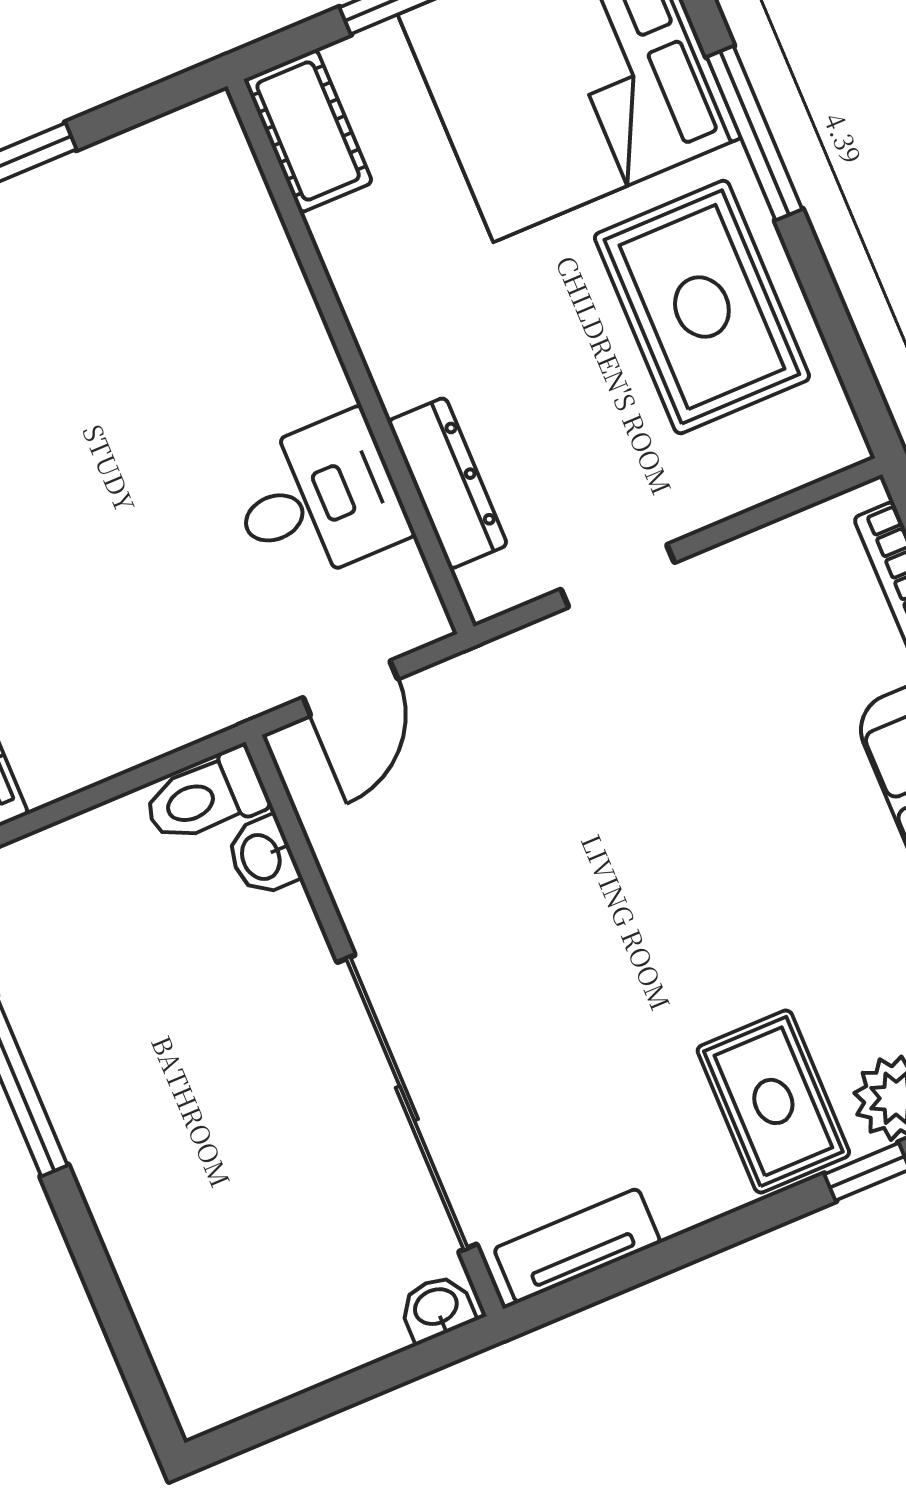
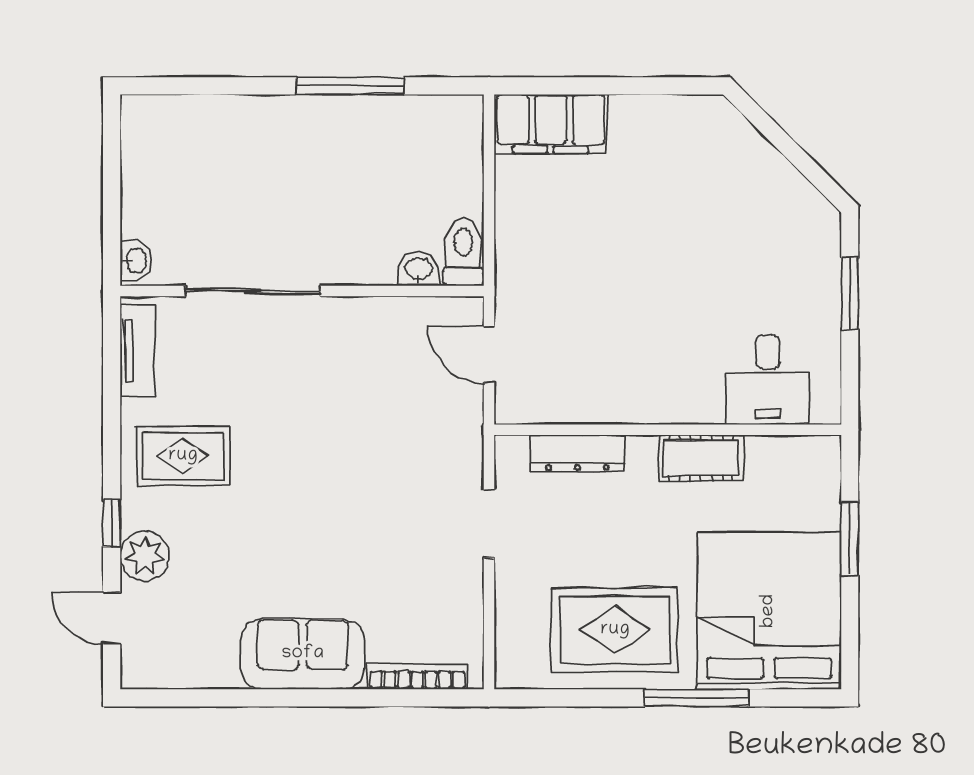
cot: (308, 131) -> (701, 458), moved
desk: (318, 499) -> (768, 380), moved
rug: (773, 1101) -> (183, 456), moved
sliding door: (407, 1103) -> (253, 291), width x0.73

